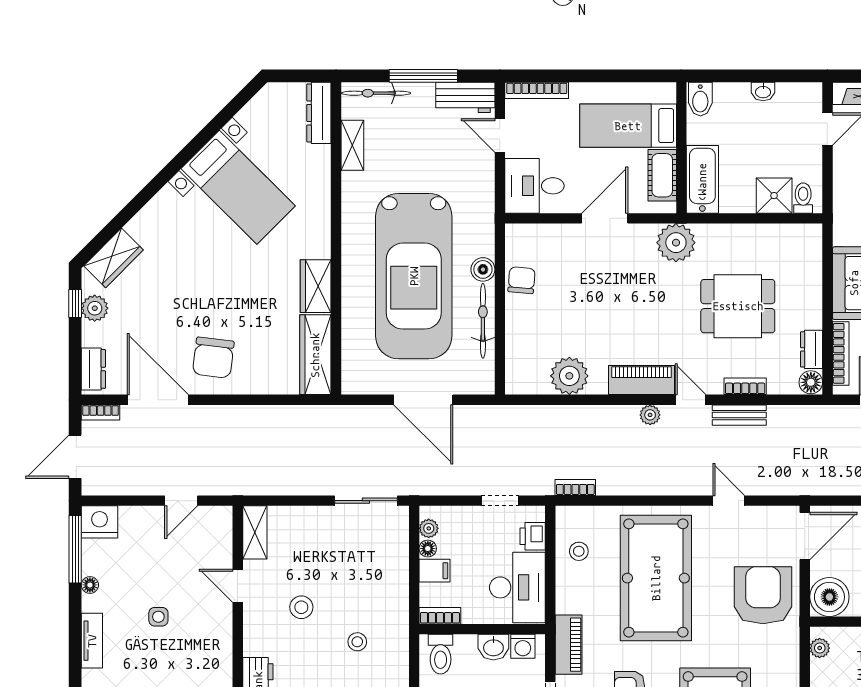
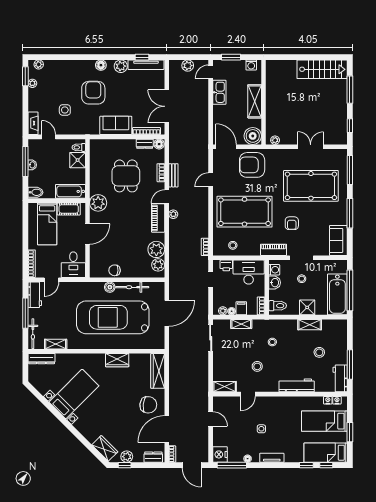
window: (771, 76) -> (25, 162), added
door: (605, 218) -> (88, 234), swing flipped
car: (414, 276) -> (113, 317), turned 180
wardrobe: (315, 355) -> (158, 371), moved, turned 90
plant: (534, 380) -> (158, 265), added
shelving: (399, 571) -> (241, 324), added

